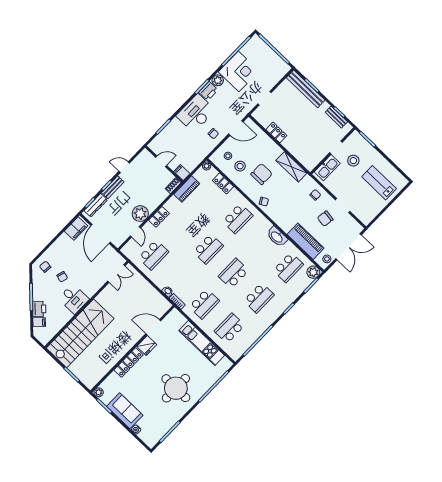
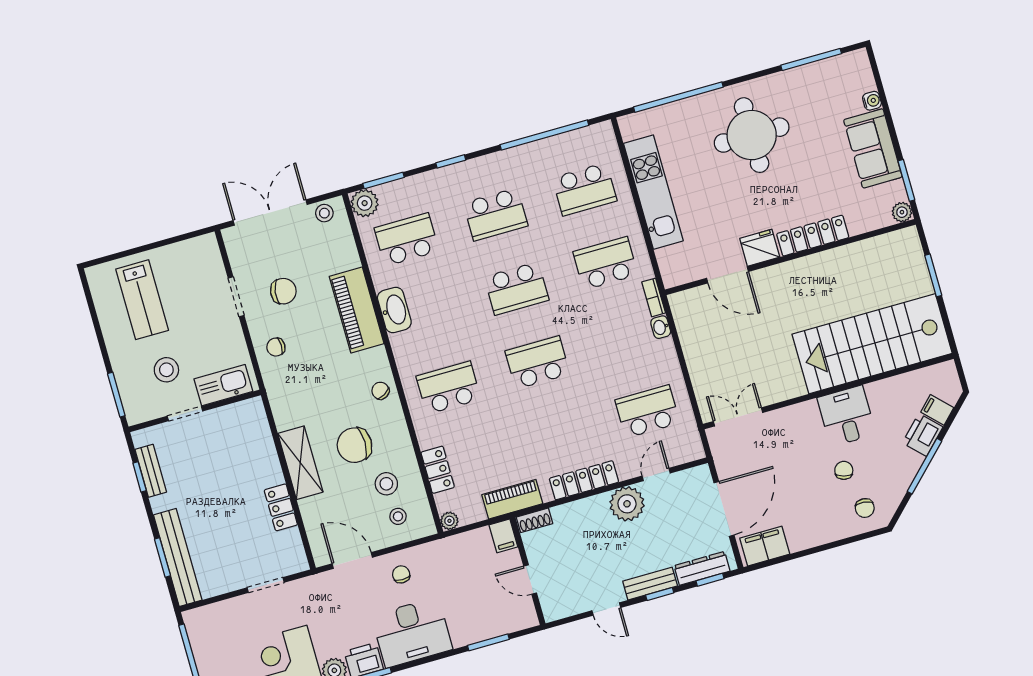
shelving: (291, 167) -> (300, 463), moved
locker: (159, 217) -> (584, 480), width x1.53
piano: (306, 241) -> (357, 310), moved
school desk: (259, 298) -> (496, 214), turned 180

